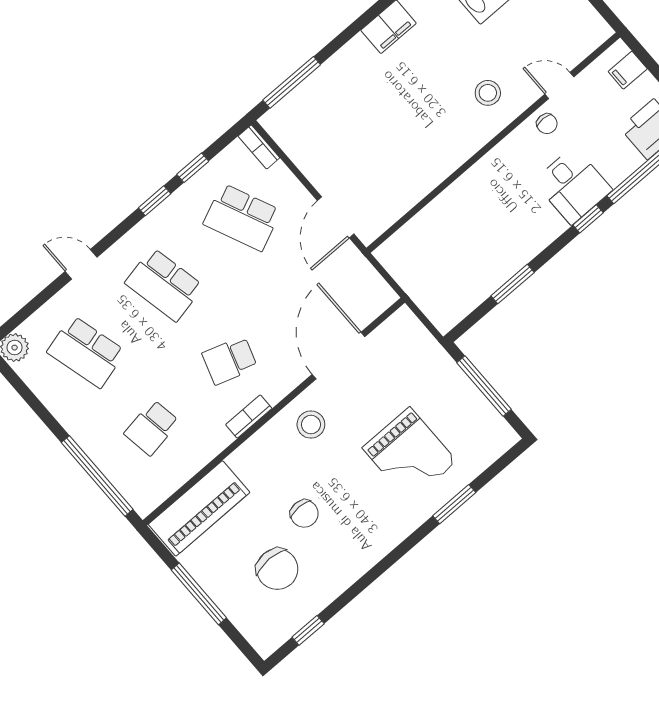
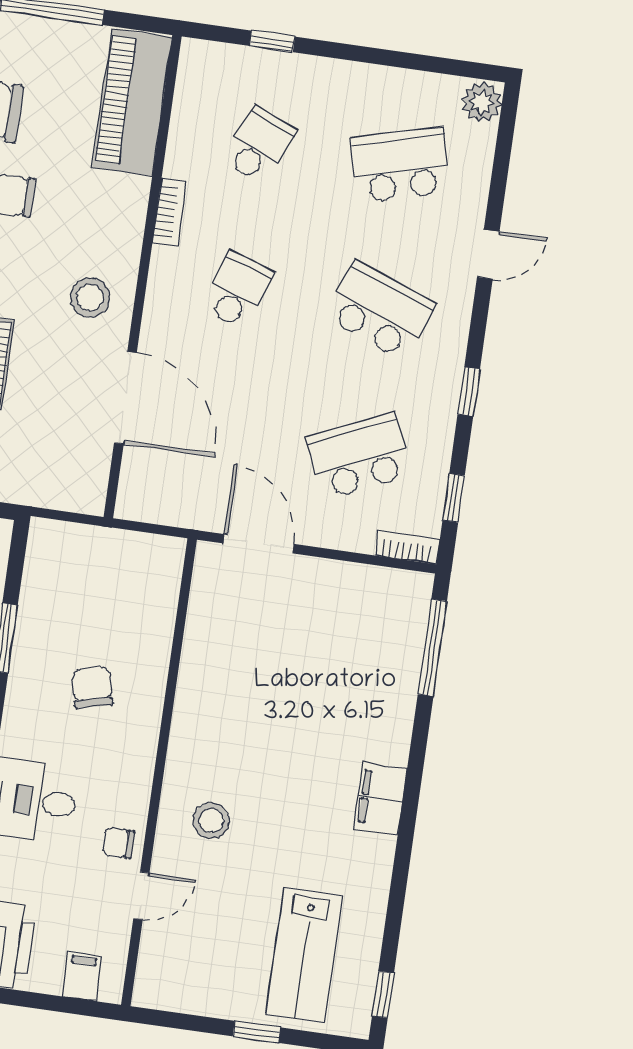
window: (193, 168) -> (454, 498), moved
chair: (489, 218) -> (92, 688), added
school desk: (164, 284) -> (380, 310), turned 33
bookcase: (249, 417) -> (170, 213), moved
school desk: (152, 428) -> (259, 145), turned 33
window: (97, 476) -> (272, 41), width x0.32

